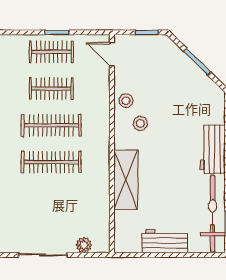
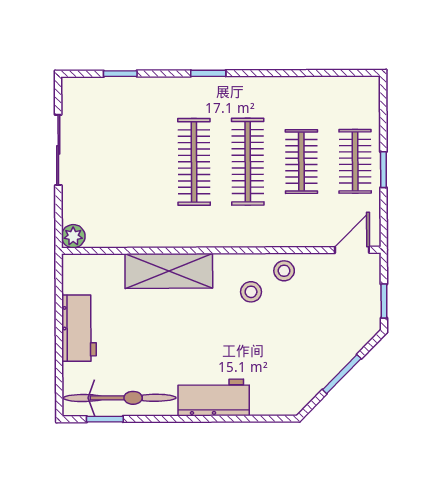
plant: (84, 245) -> (73, 236), moved

